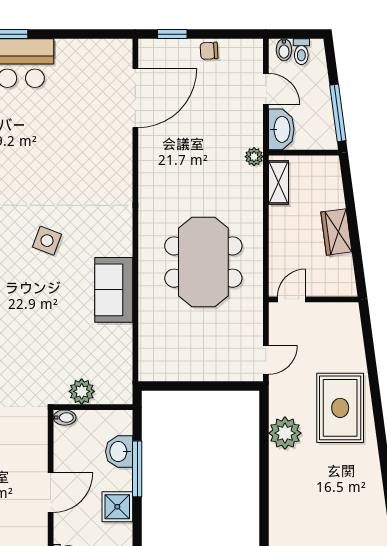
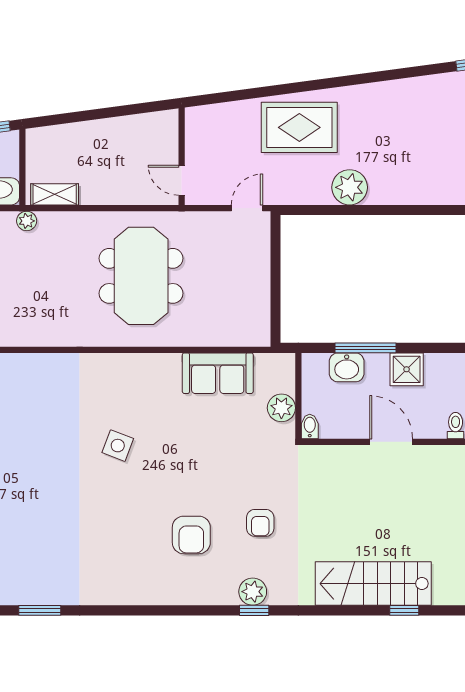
wardrobe: (336, 232) -> (108, 132), removed
meeting table: (203, 262) -> (141, 276), turned 90
sofa: (114, 290) -> (218, 373), moved
door: (266, 360) -> (247, 208), hinge flipped
plant: (285, 433) -> (350, 187), moved

